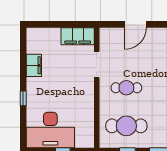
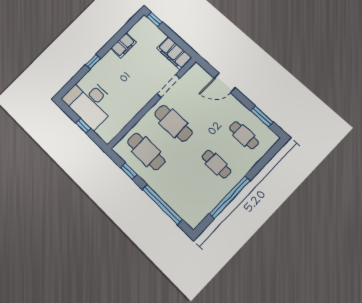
window: (38, 24) -> (154, 19), added
cafe table: (126, 88) -> (173, 123), width x1.37, depth x1.35

